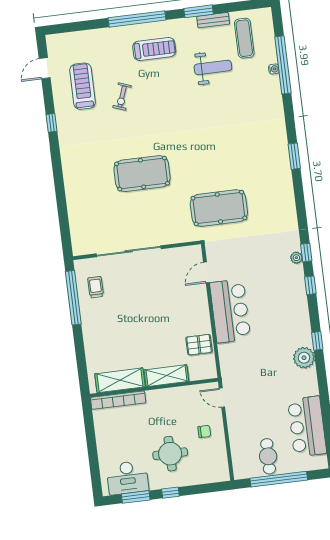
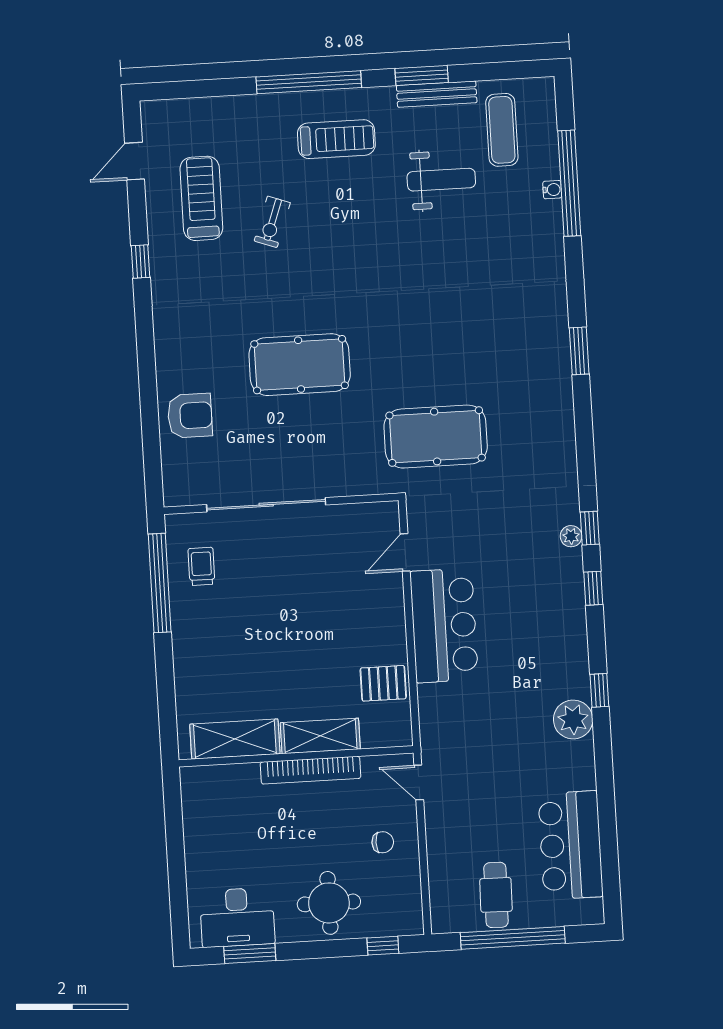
bench: (213, 20) -> (437, 94), width x1.36
armchair: (84, 205) -> (190, 416), added
bookcase: (118, 400) -> (310, 770), moved
round table: (170, 454) -> (329, 903), moved
window: (170, 493) -> (383, 946), moved

